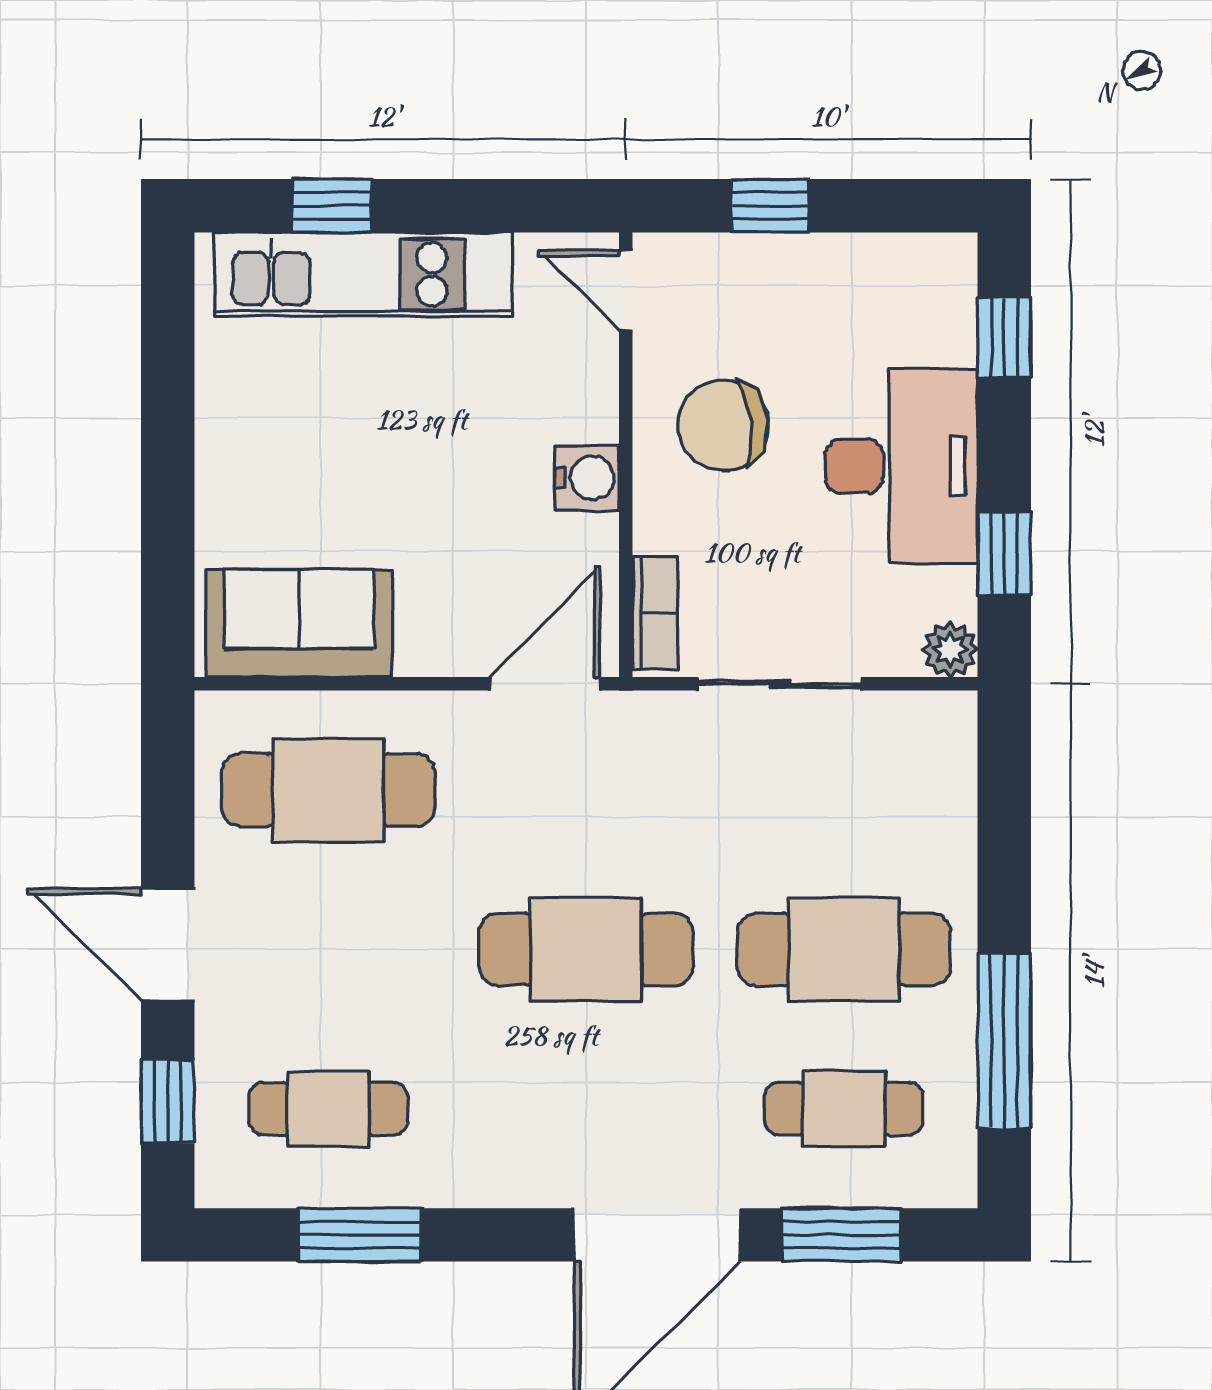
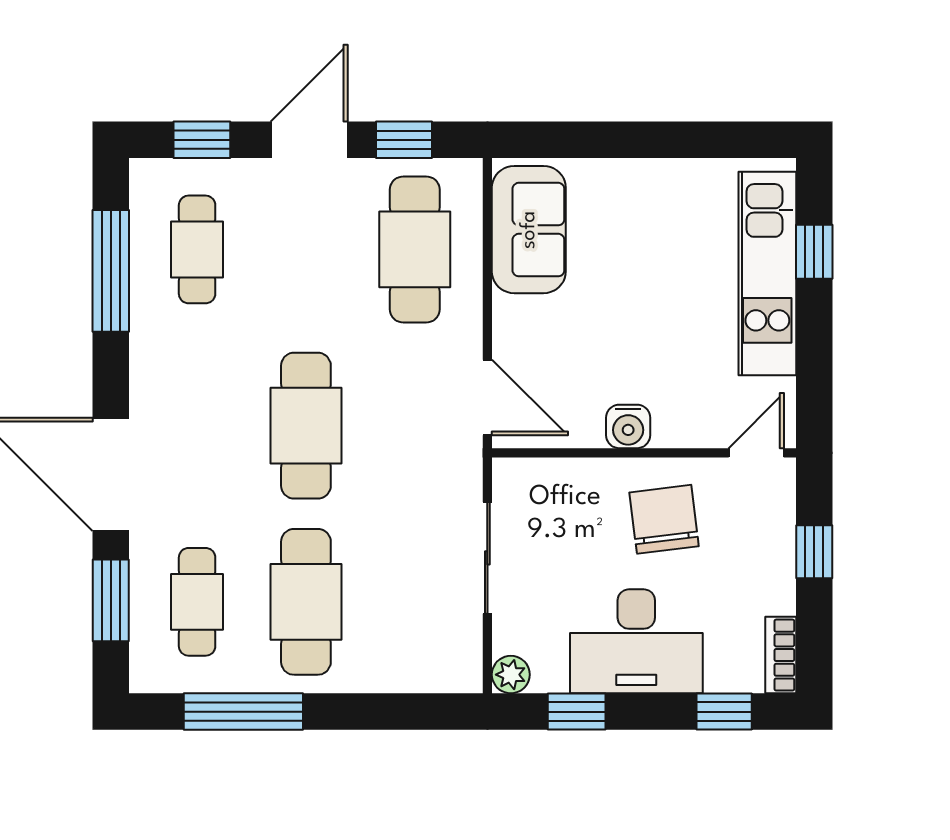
bookcase: (655, 613) -> (781, 655), moved, turned 90
window: (168, 806) -> (404, 140), added
window: (360, 1235) -> (111, 271), width x1.44

